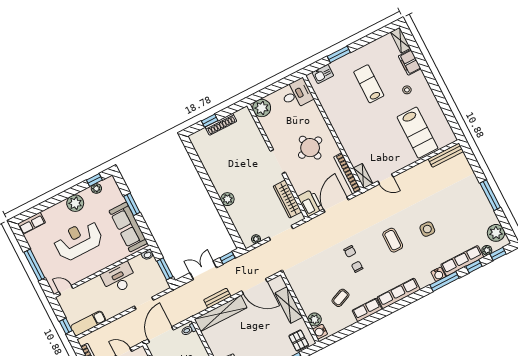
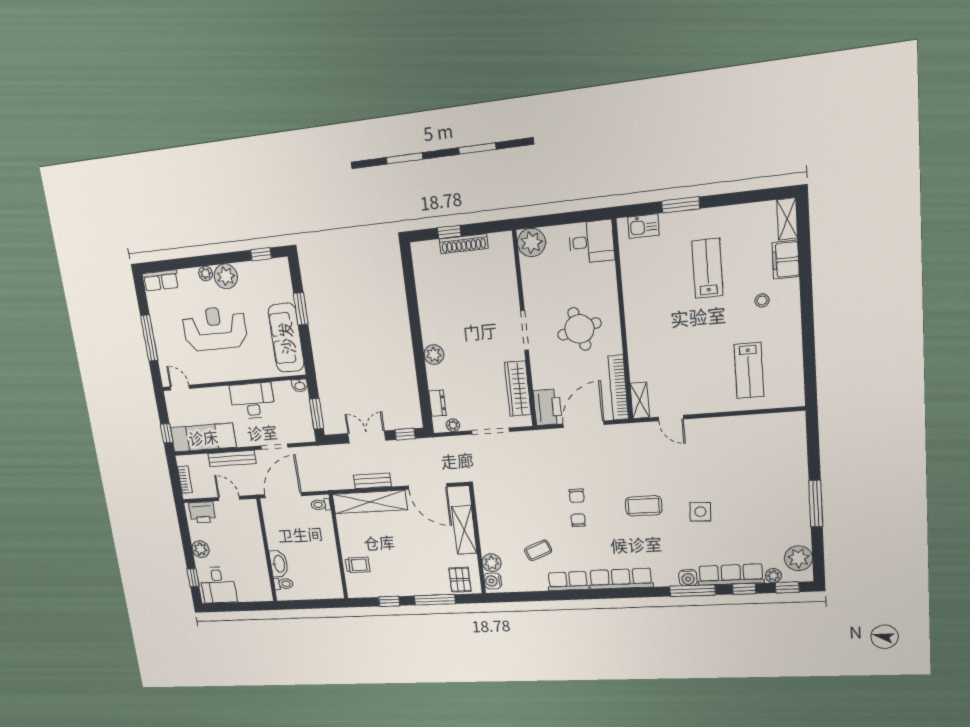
lab bench: (418, 133) -> (749, 370), width x0.73, depth x0.72
bench: (446, 155) -> (232, 458), moved
plant: (96, 189) -> (206, 273), moved
dresser: (241, 229) -> (437, 403), added
coffee table: (393, 240) -> (644, 506), turned 90
exam couch: (88, 323) -> (203, 437), width x1.36, depth x1.45

